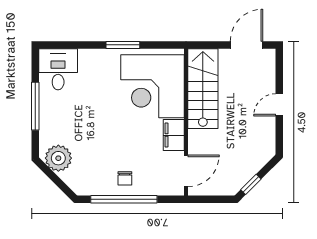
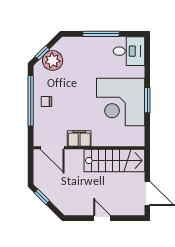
corner desk: (153, 86) -> (121, 102), moved, turned -90
plant: (58, 158) -> (53, 60), moved
window: (60, 184) -> (42, 53), added

